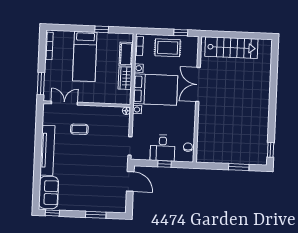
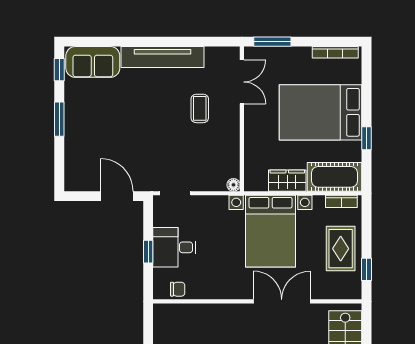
cot: (126, 54) -> (334, 177), width x1.37, depth x1.34
bed: (85, 56) -> (320, 112), width x1.50
door: (130, 181) -> (117, 196), swing flipped
window: (96, 215) -> (59, 119), moved

